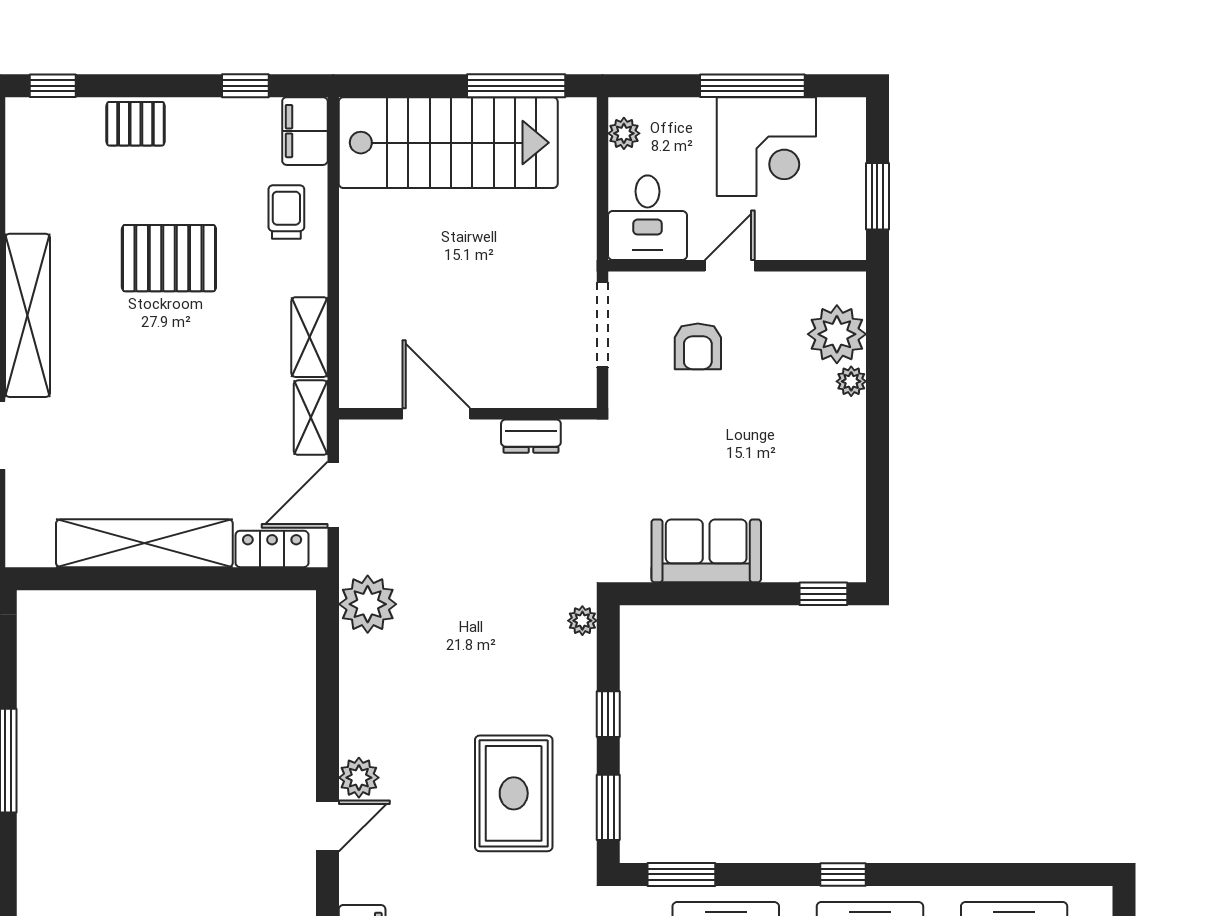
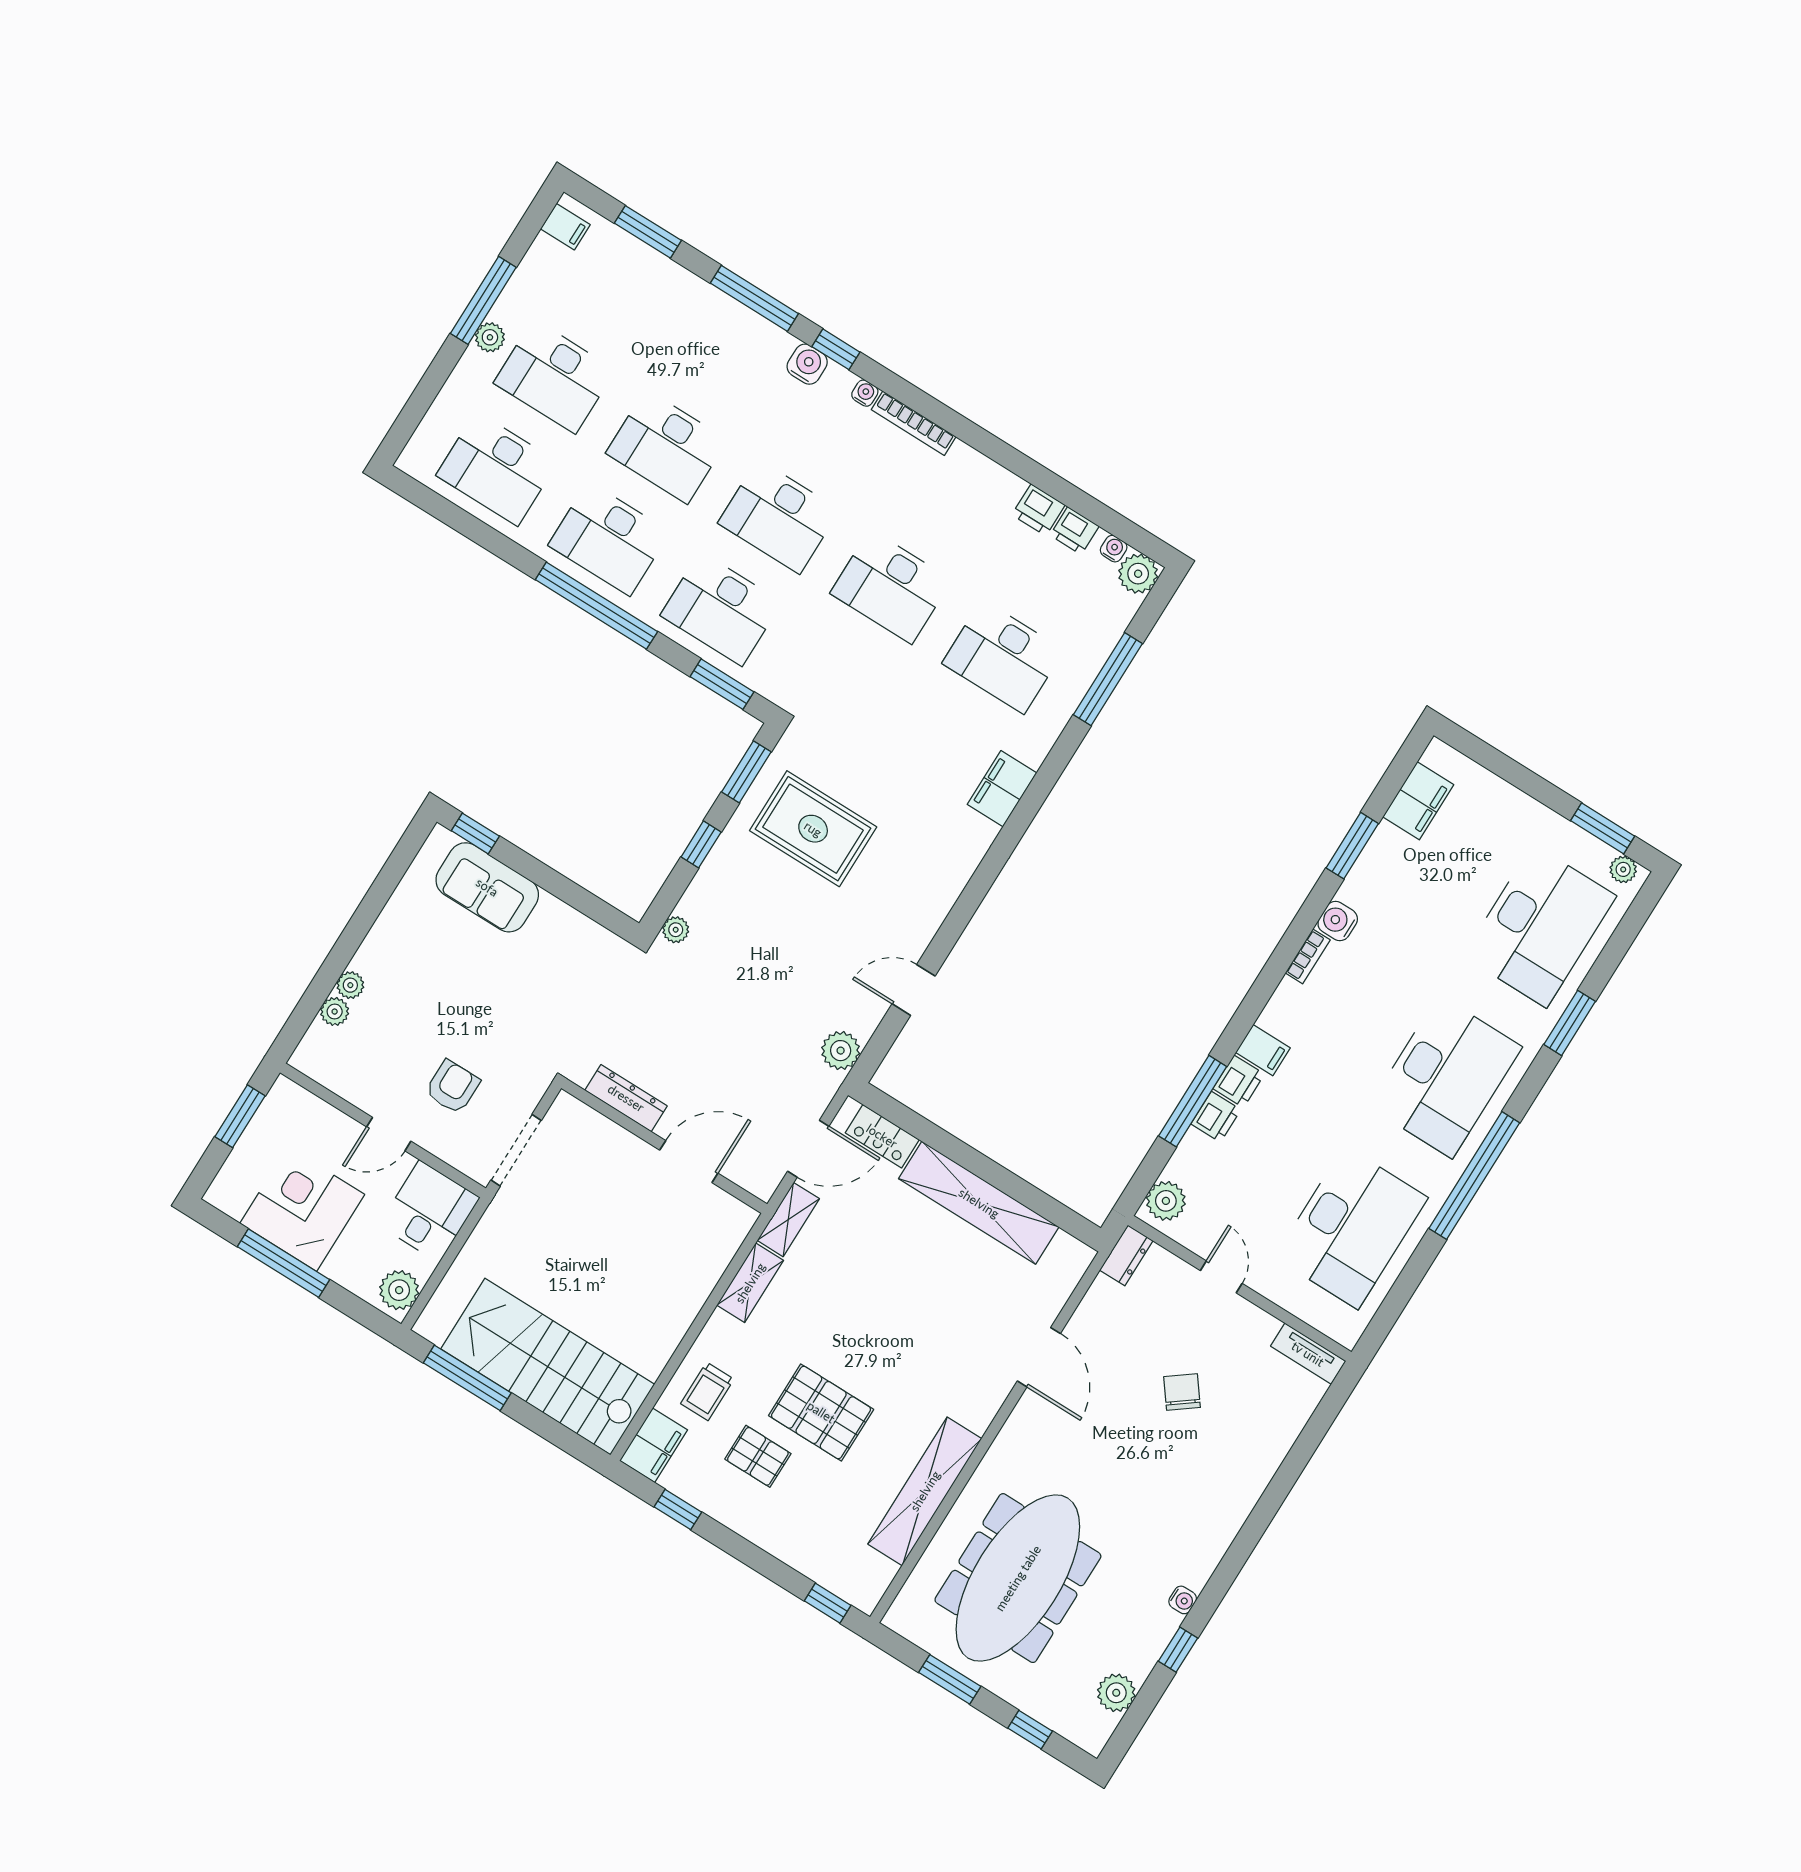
pallet: (136, 124) -> (758, 1456), moved
plant: (624, 133) -> (399, 1290), width x1.38, depth x1.38
shelving: (28, 315) -> (925, 1491), moved
plant: (837, 334) -> (335, 1012), width x0.53, depth x0.53
door: (436, 414) -> (689, 1162), swing flipped
dresser: (531, 436) -> (626, 1098), width x1.44
sofa: (706, 551) -> (487, 887), moved
plant: (368, 604) -> (841, 1051), width x0.73, depth x0.73
plant: (359, 778) -> (926, 916), removed
rug: (514, 793) -> (813, 829), turned 90
door: (328, 826) -> (914, 990), moved
window: (843, 874) -> (596, 606), width x3.17

